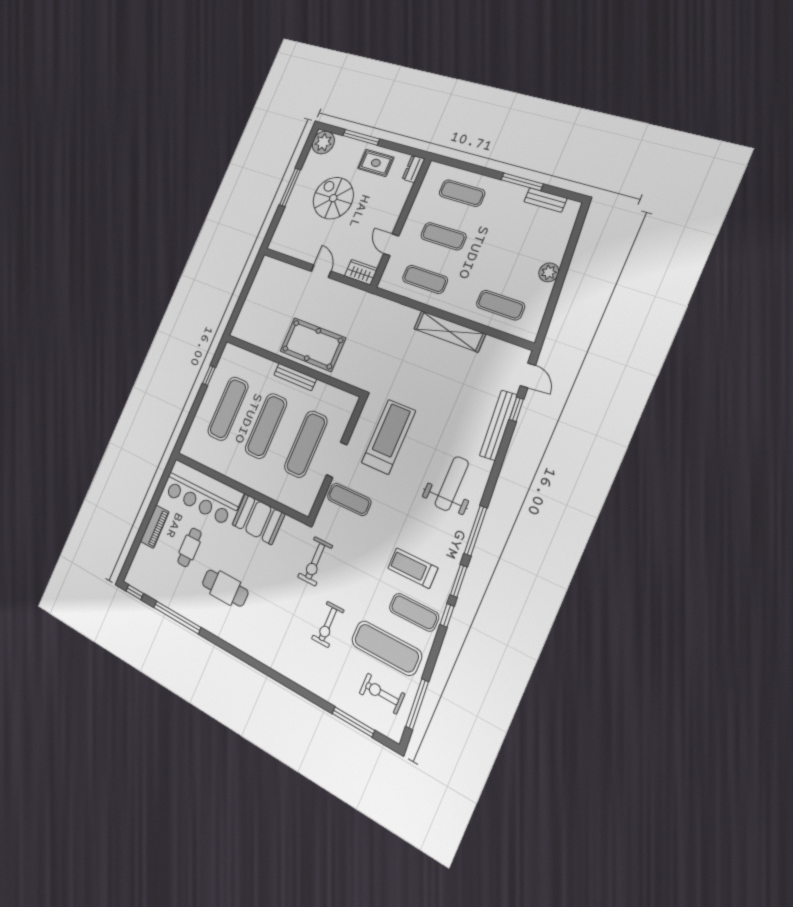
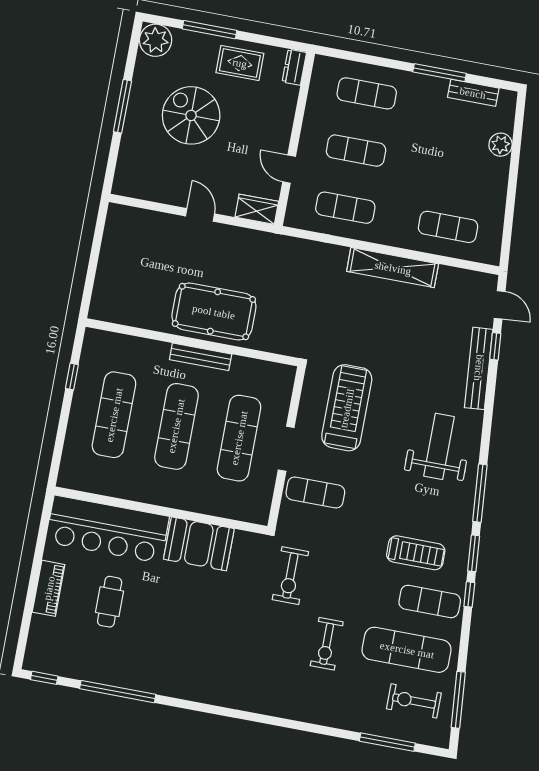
plant: (549, 272) -> (501, 145), moved
treadmill: (413, 568) -> (416, 553), turned 180
cafe table: (225, 588) -> (176, 638), removed

